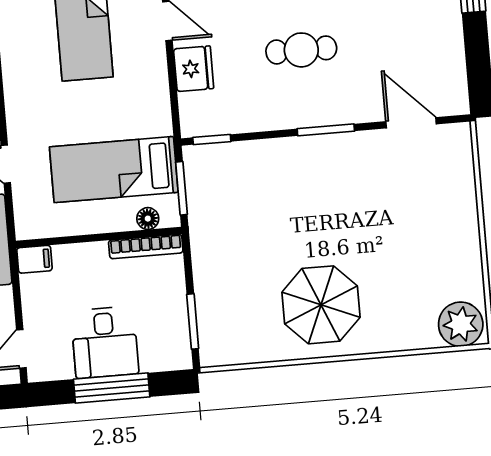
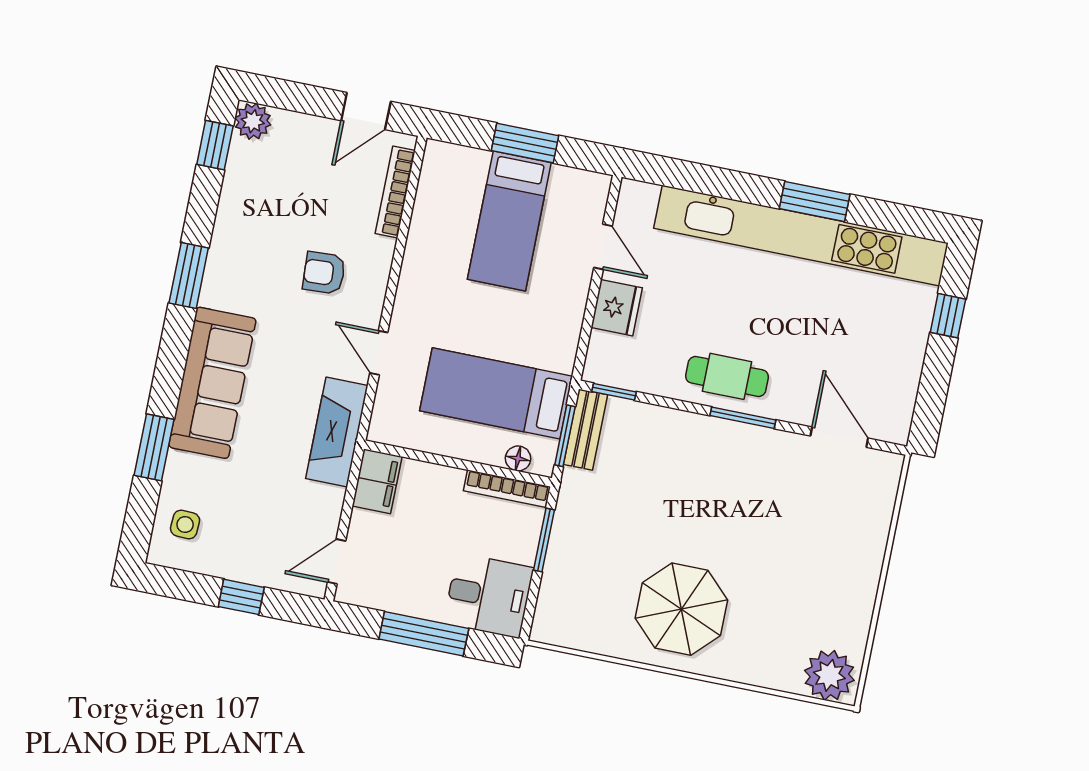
cafe table: (301, 50) -> (727, 376), moved
bench: (197, 178) -> (585, 430), added
filing cabinet: (34, 259) -> (377, 481), width x2.00
window: (193, 321) -> (544, 540), moved
desk: (105, 342) -> (488, 596), moved, turned -90

